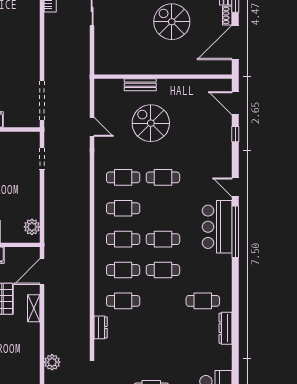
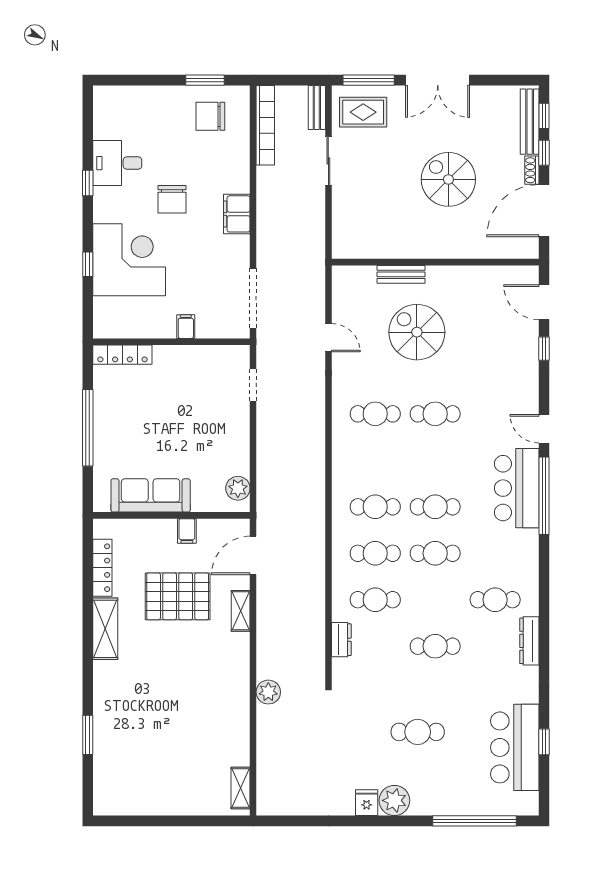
filing cabinet: (31, 45) -> (237, 214), added
cafe table: (123, 208) -> (435, 646), moved

